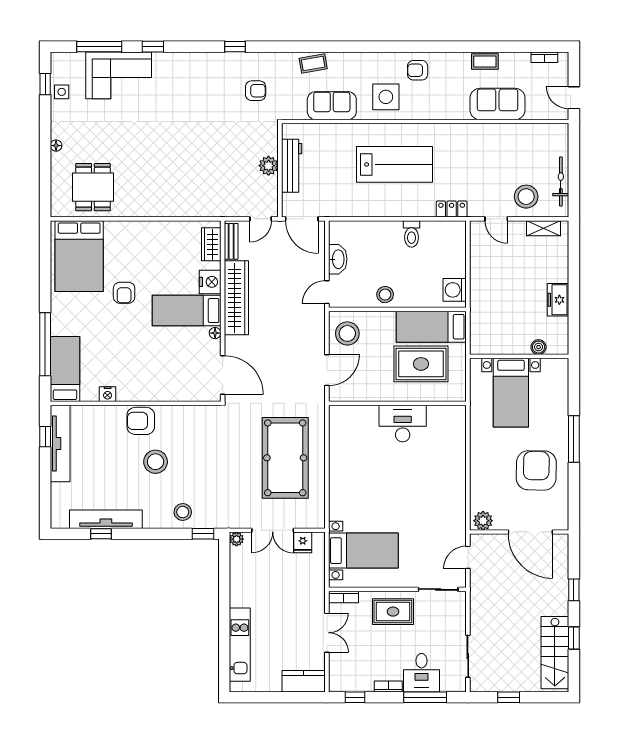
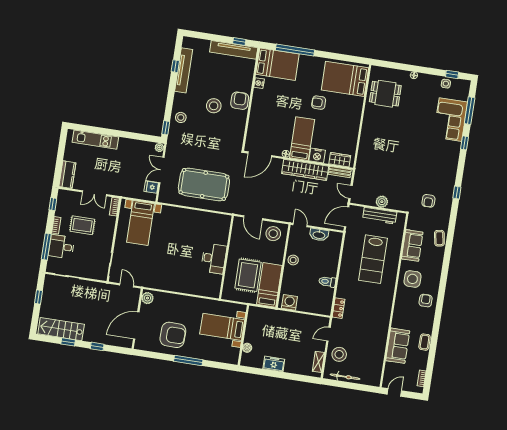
lab bench: (395, 164) -> (373, 259), moved
bed: (65, 369) -> (277, 64), width x1.50
rug: (393, 612) -> (82, 225), moved, turned 90

